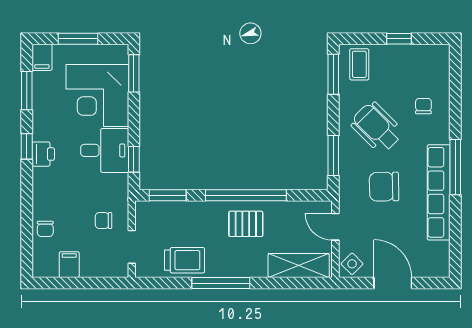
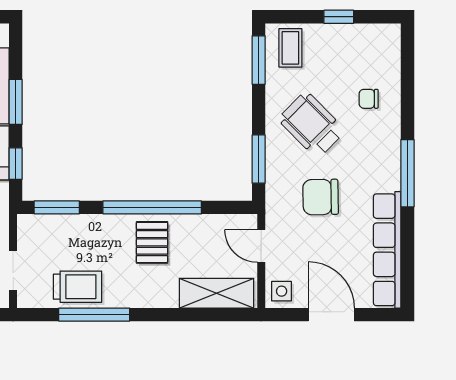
window: (134, 73) -> (16, 102), moved
chair: (423, 106) -> (369, 99), turned -90
row of seats: (439, 192) -> (387, 250), moved
pallet: (246, 224) -> (152, 242), turned 90
side table: (352, 264) -> (282, 291), turned 45
window: (221, 283) -> (94, 315), moved

